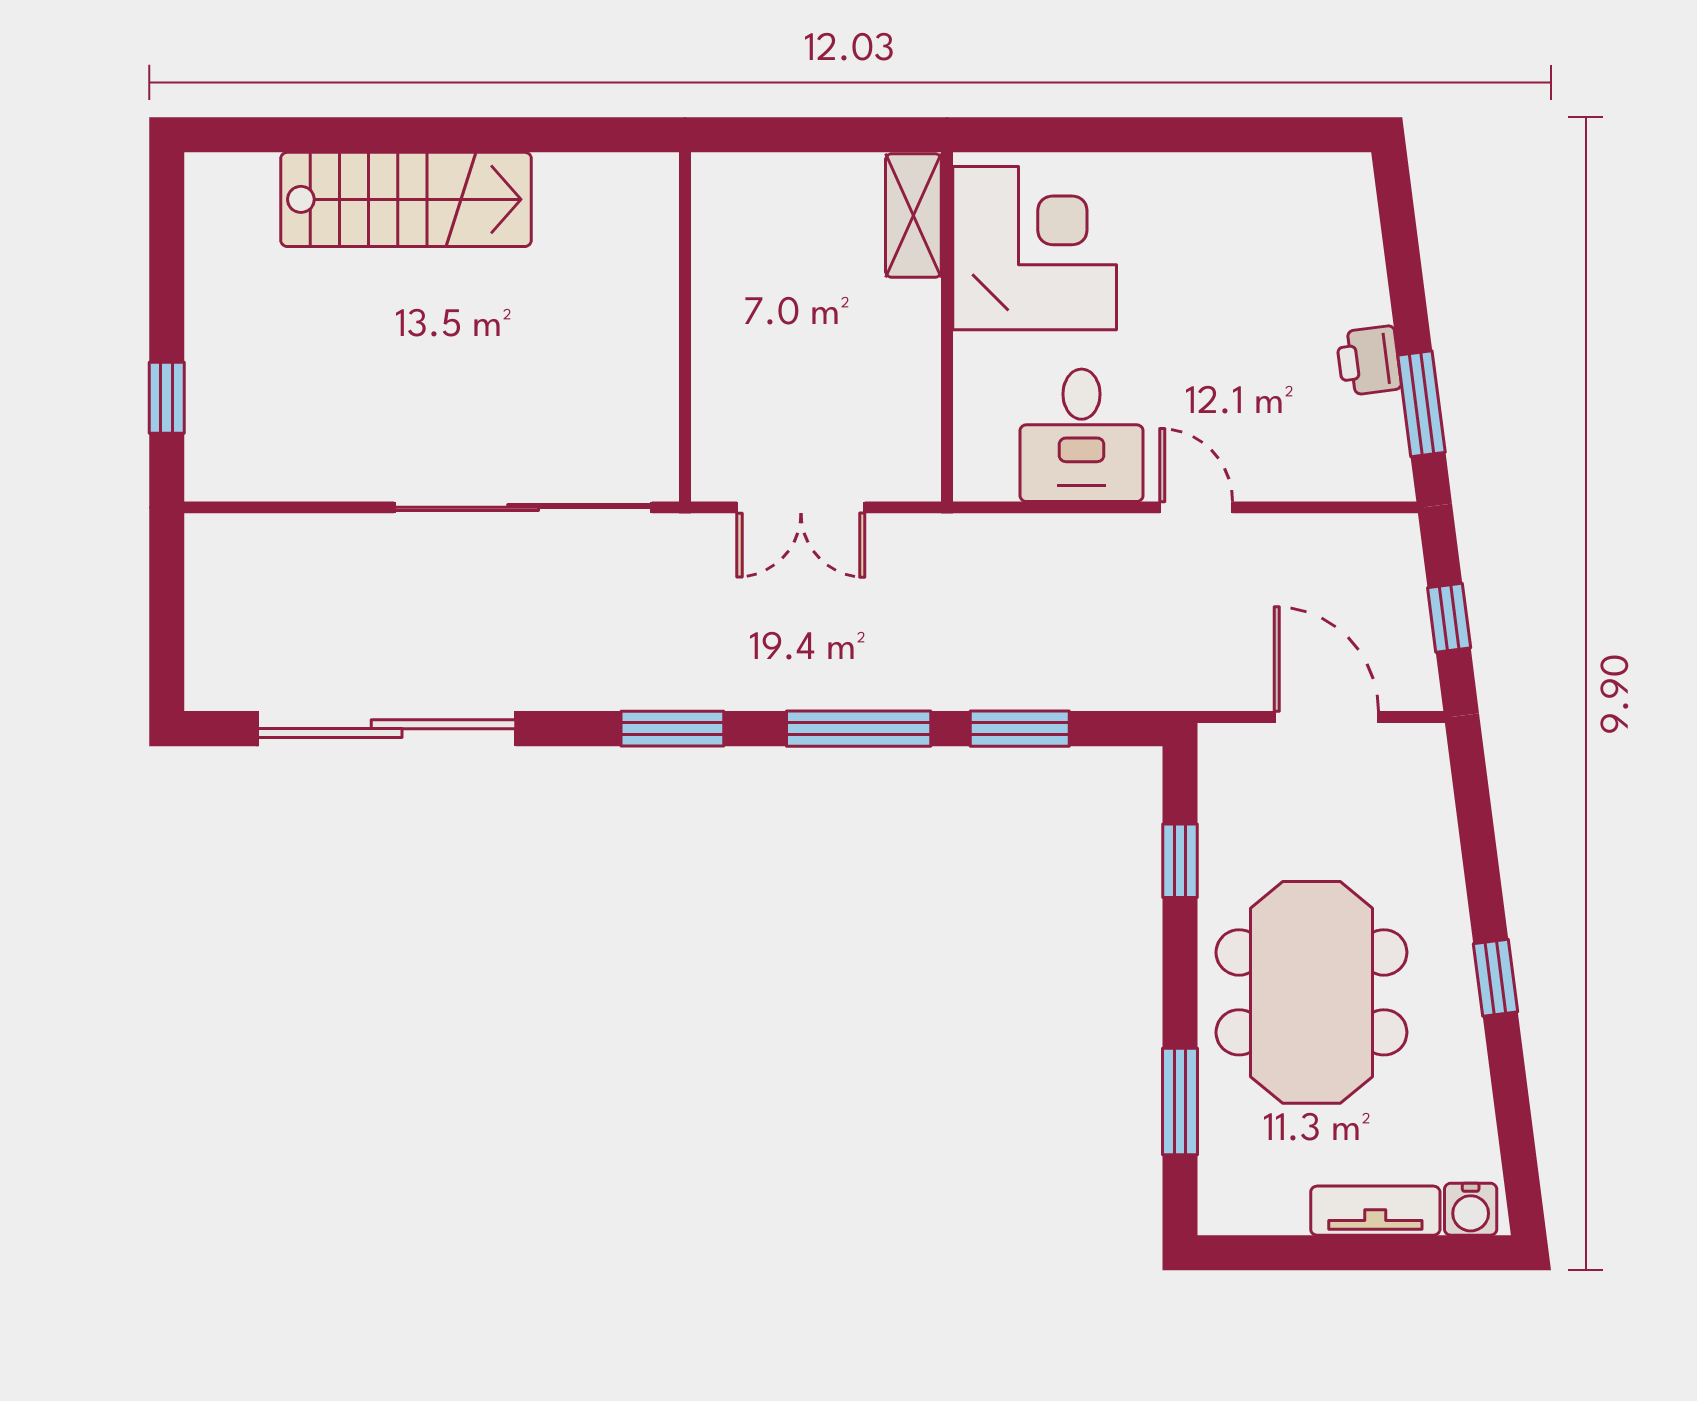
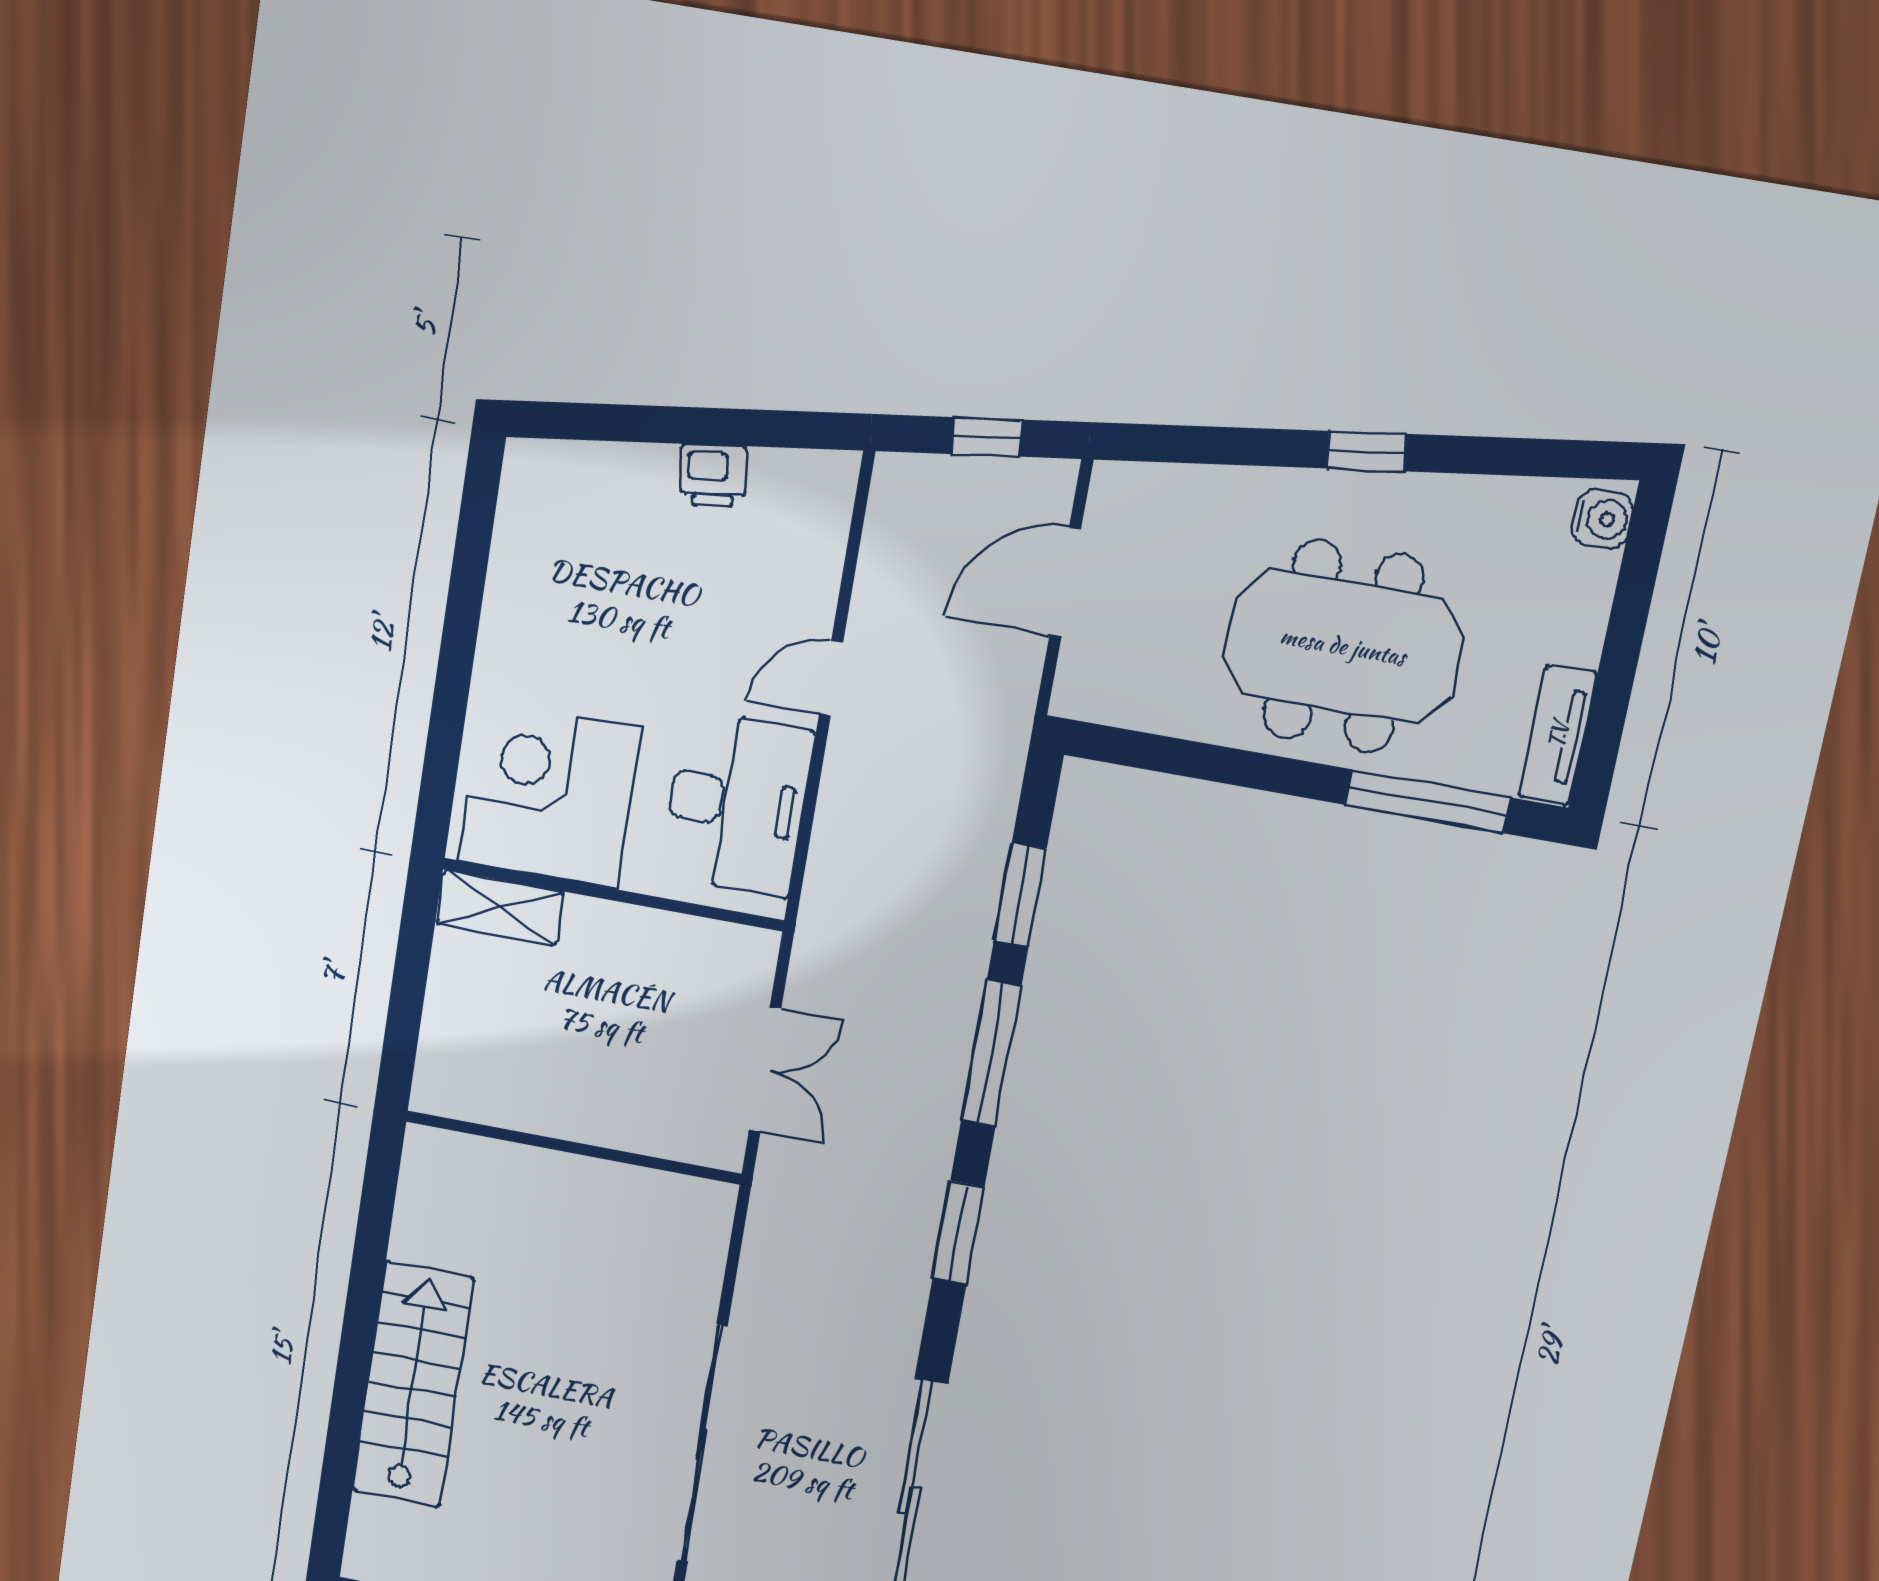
window: (1421, 404) -> (766, 428), removed
desk: (1082, 435) -> (737, 804), width x1.37
sliding door: (523, 507) -> (702, 1444), moved
window: (1180, 861) -> (1183, 758), removed
window: (1180, 1101) -> (1427, 801), width x1.44
tv unit: (1375, 1211) -> (1558, 735), moved

